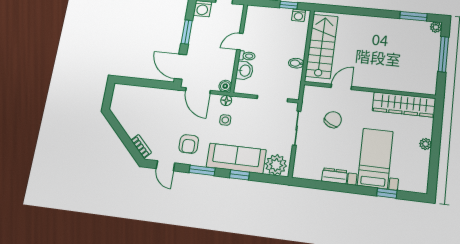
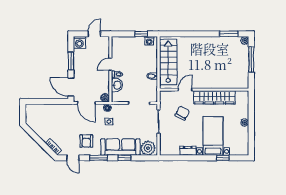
wardrobe: (404, 105) -> (214, 97), moved

